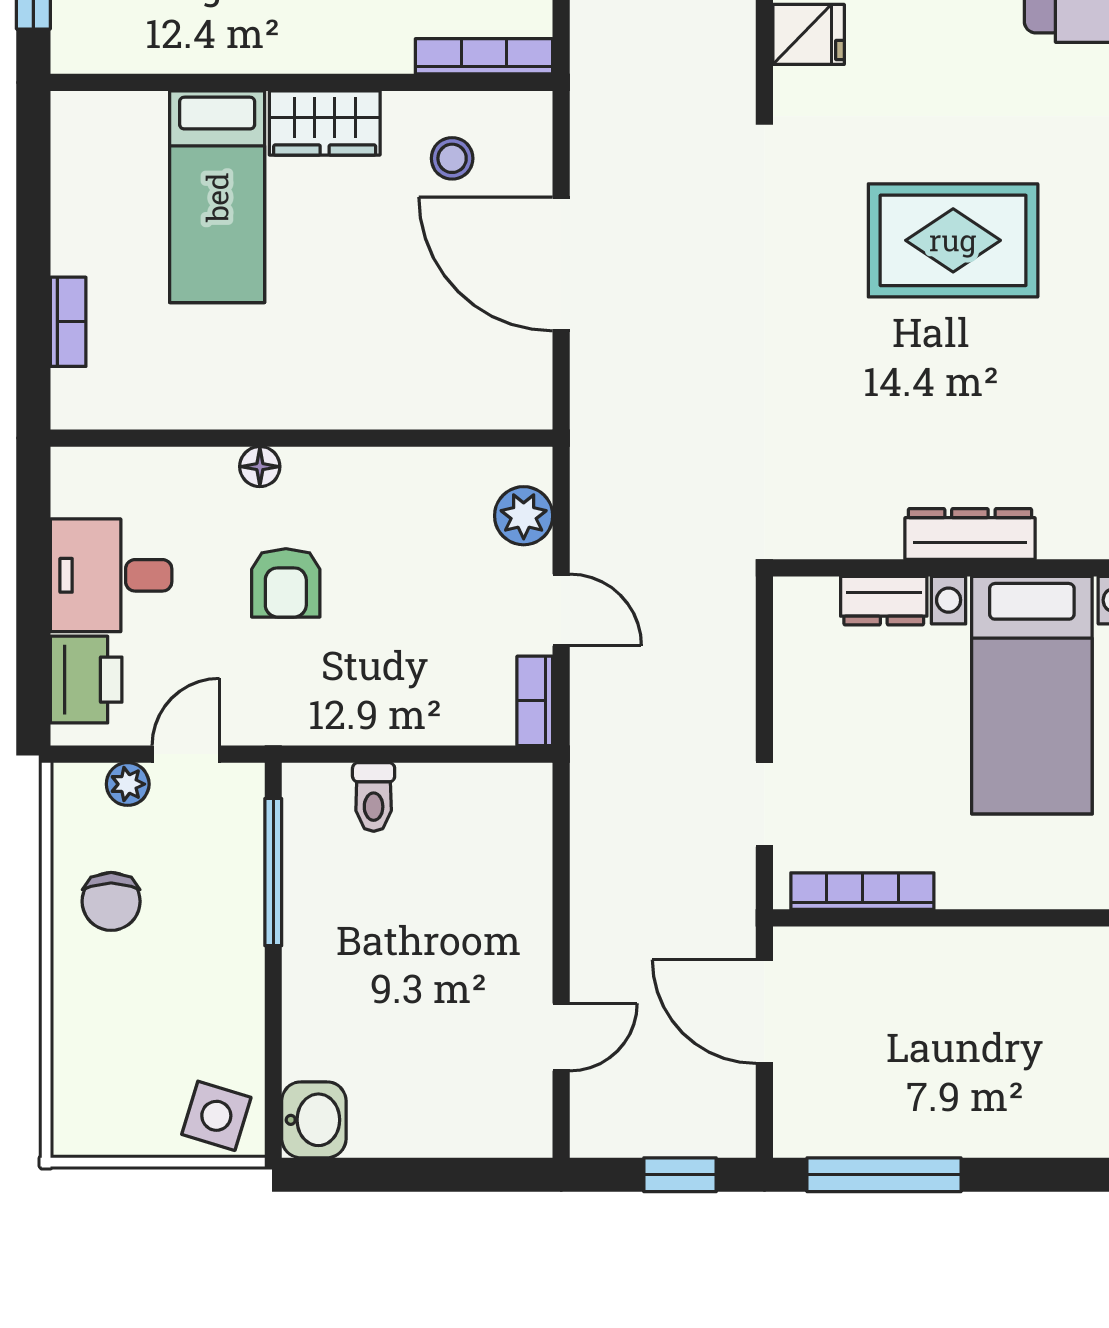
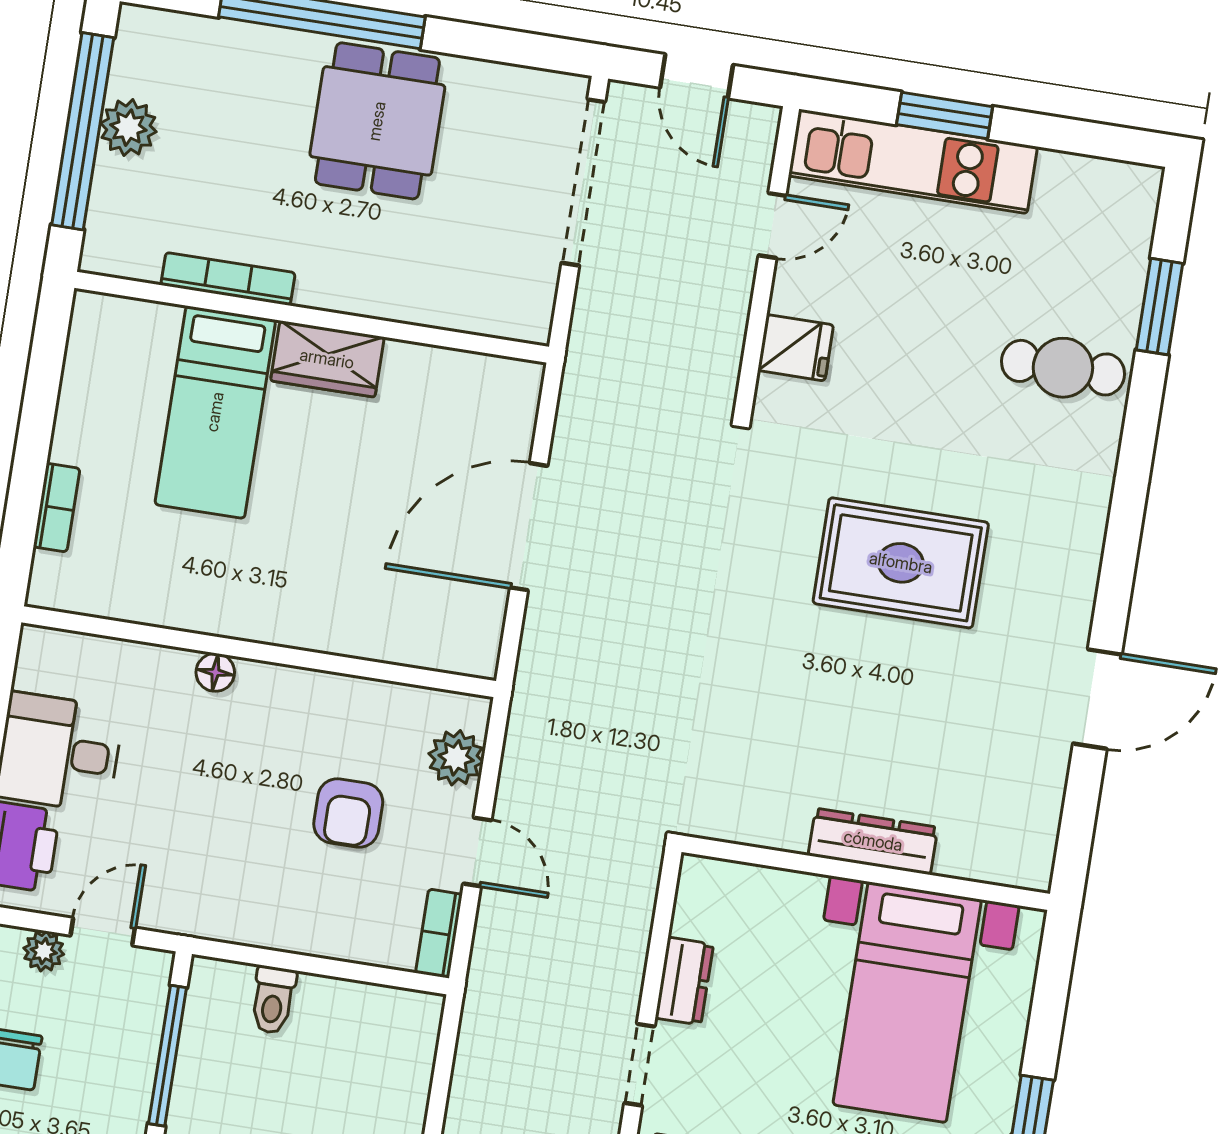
bookcase: (484, 56) -> (228, 279), moved
stool: (452, 158) -> (442, 411), removed
door: (561, 264) -> (529, 527), hinge flipped
armchair: (286, 583) -> (348, 813), moved
dresser: (884, 601) -> (684, 981), moved, turned -90

